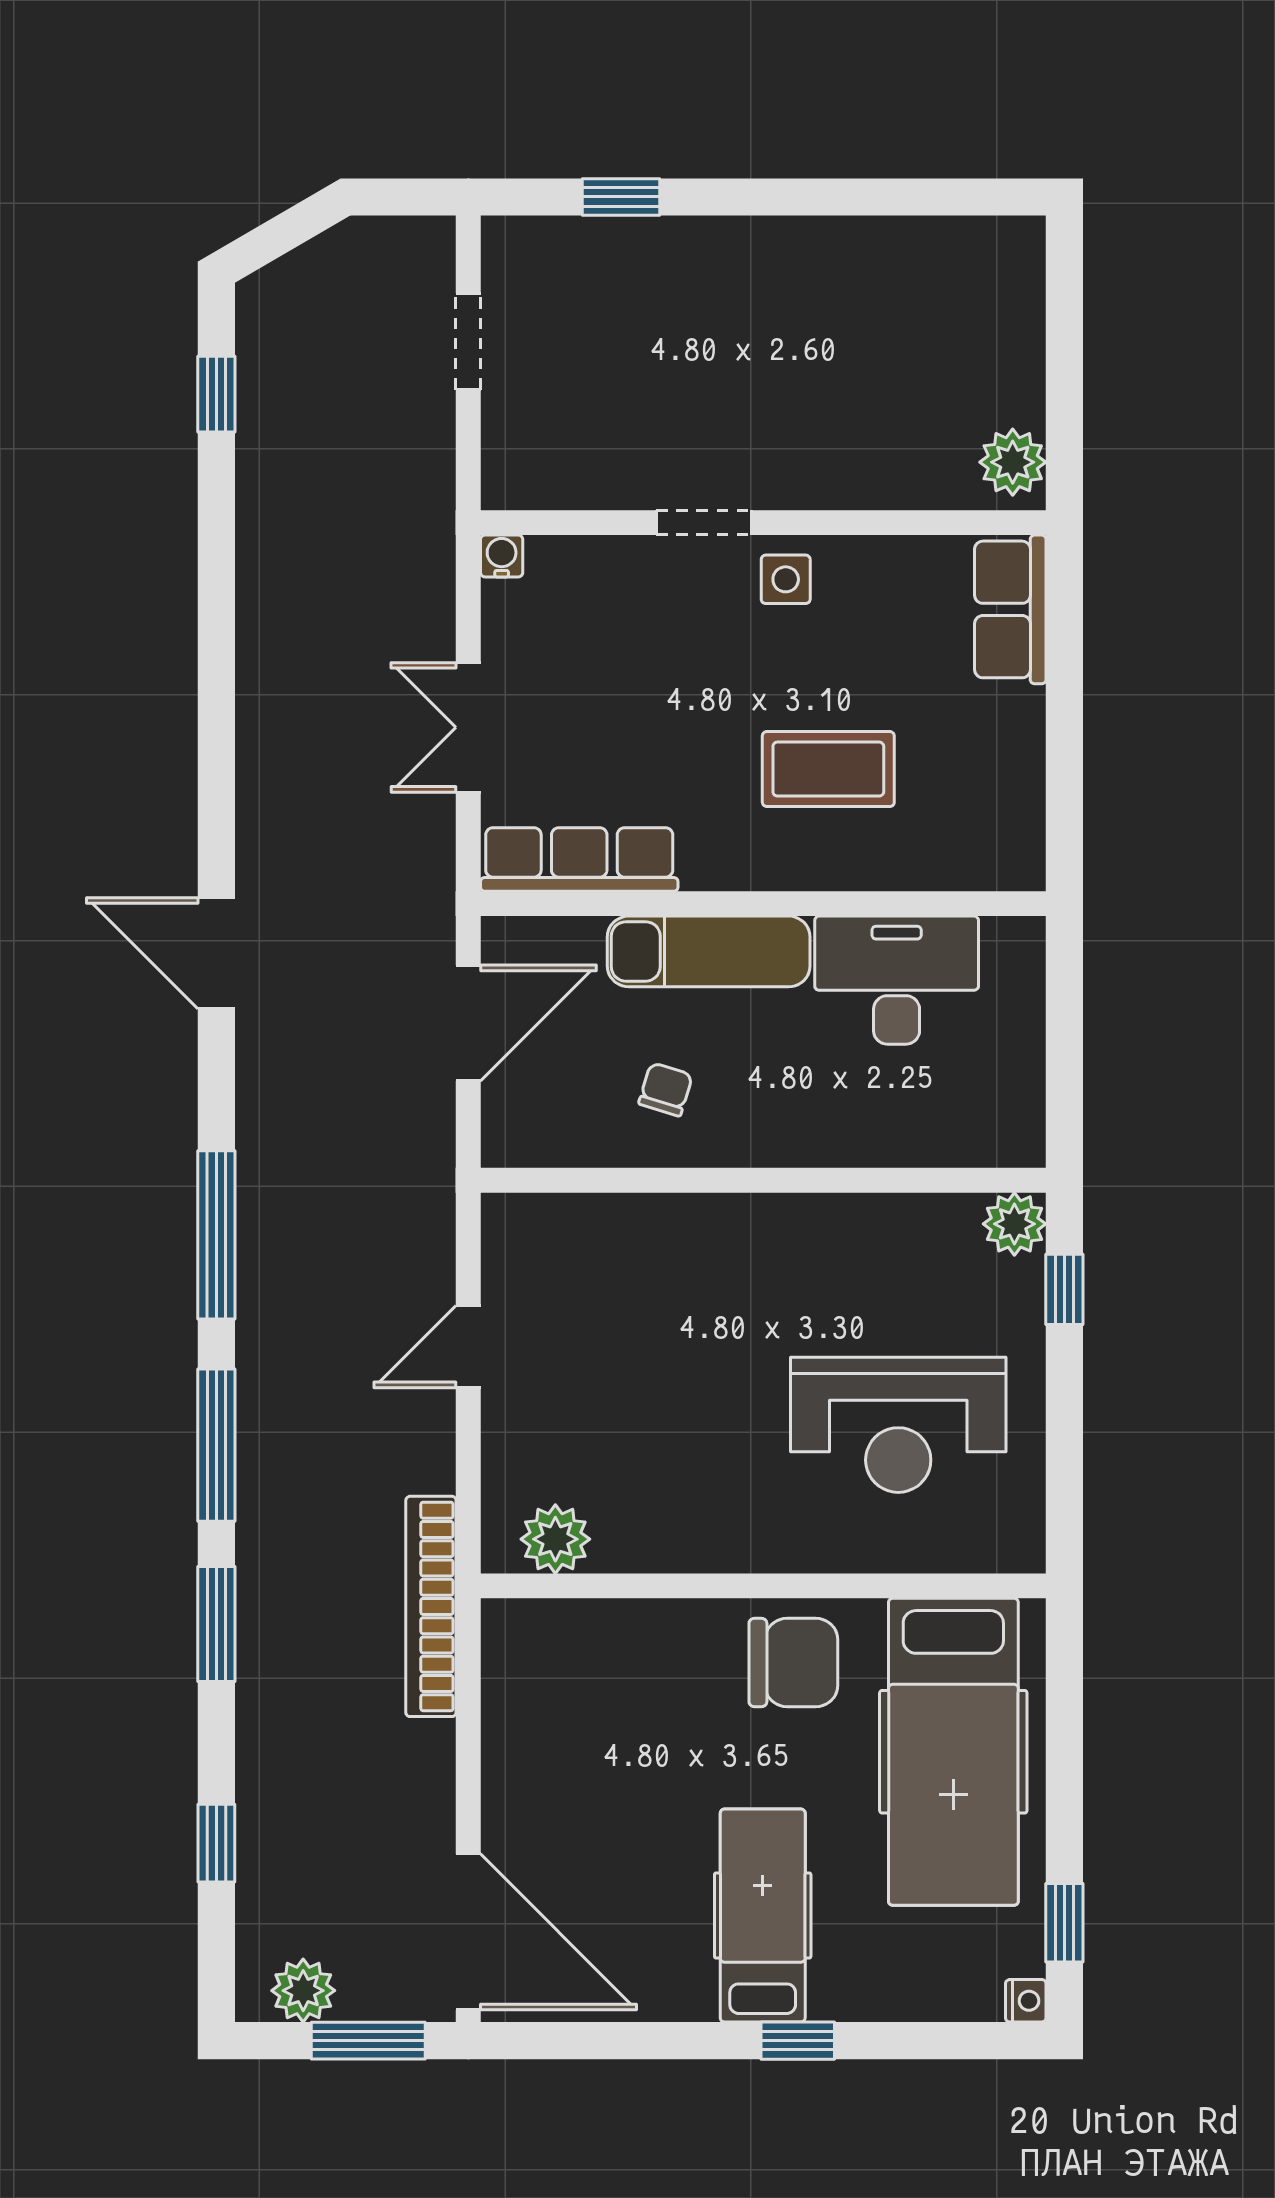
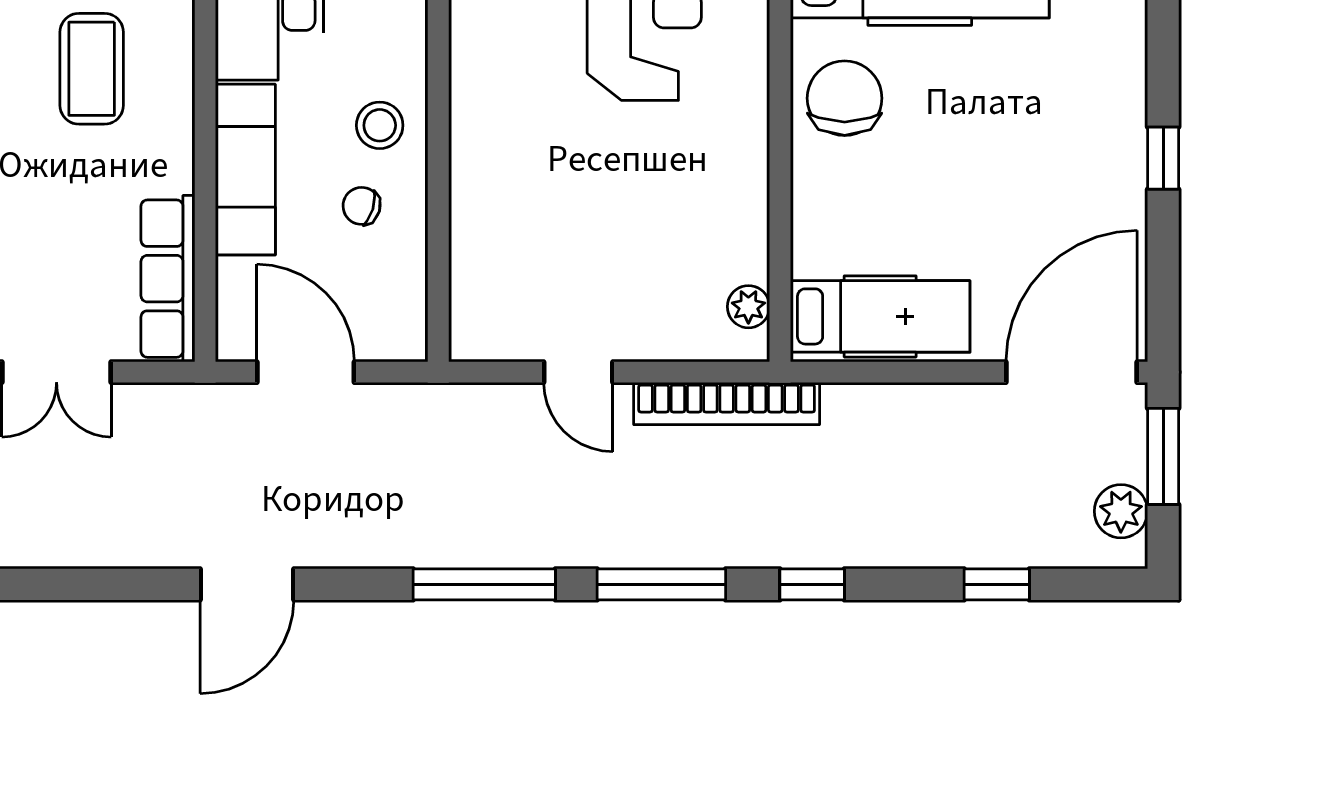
stool: (761, 1111) -> (380, 125), added
plant: (555, 1539) -> (748, 307), width x0.73, depth x0.73
bookcase: (431, 1606) -> (727, 404), moved
window: (216, 1624) -> (812, 584), width x0.67
hospital bed: (763, 1916) -> (880, 316), moved, turned 180
window: (798, 2041) -> (1163, 158), moved

